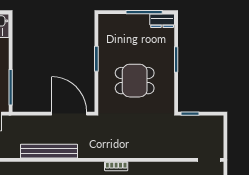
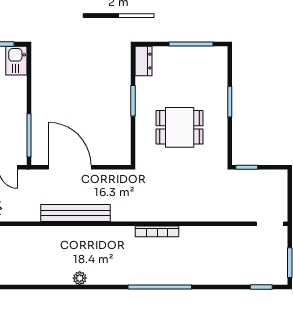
dresser: (162, 21) -> (143, 61), moved, turned -90
door: (69, 114) -> (70, 167), moved
bookcase: (116, 166) -> (157, 231), width x1.56

